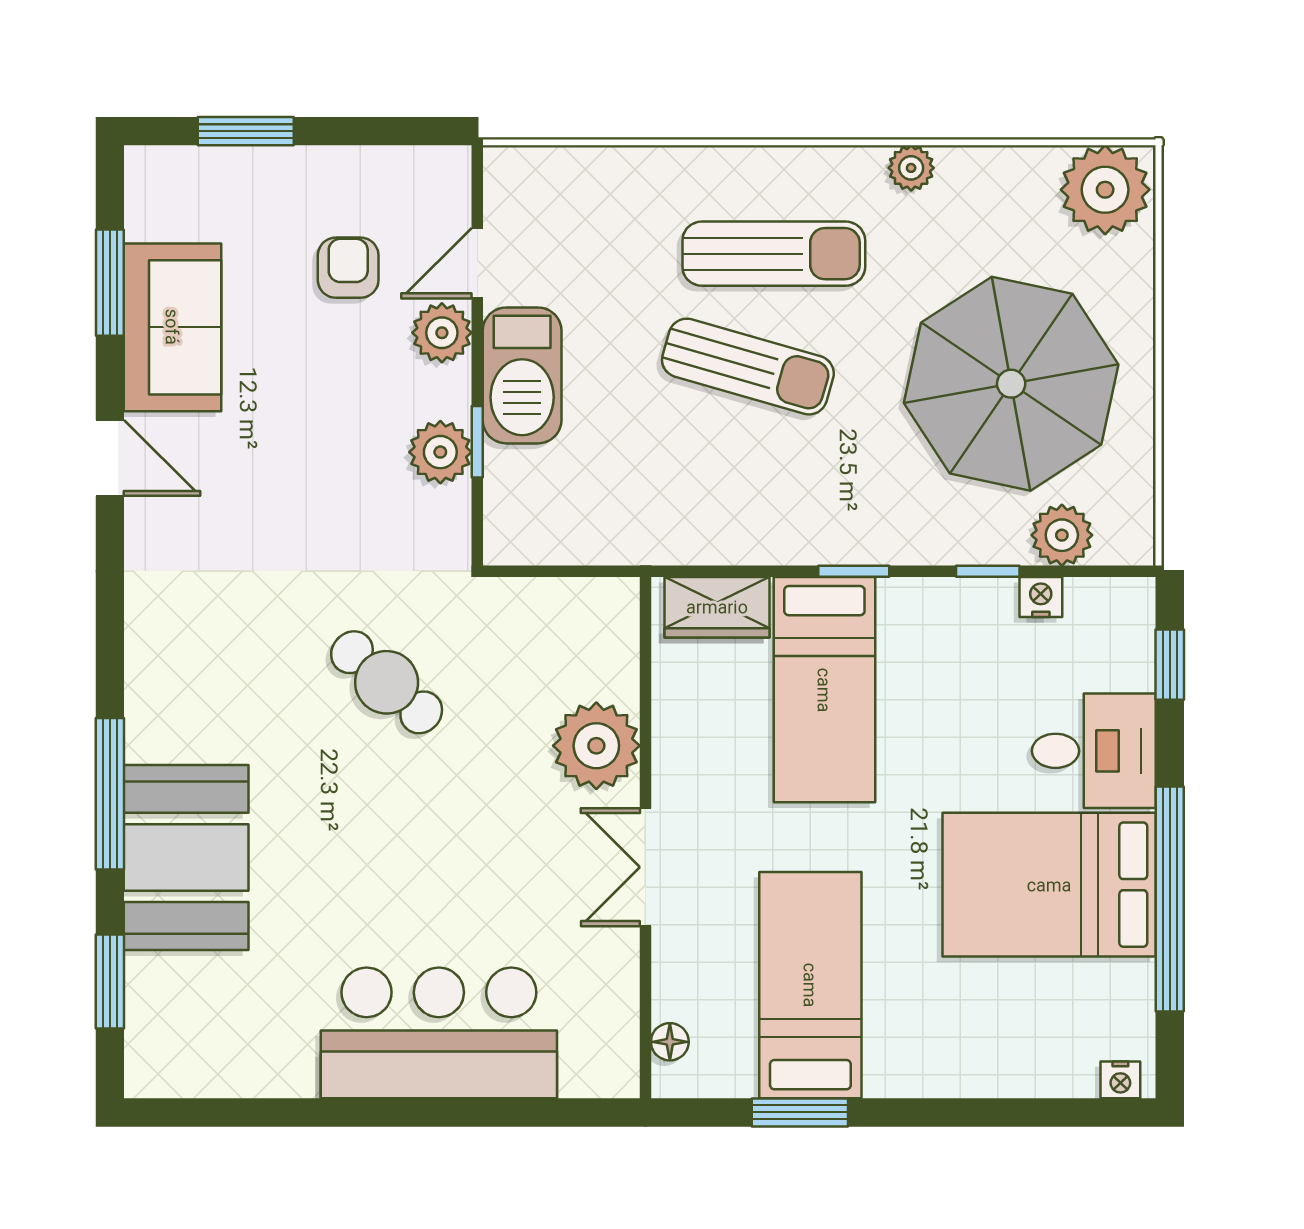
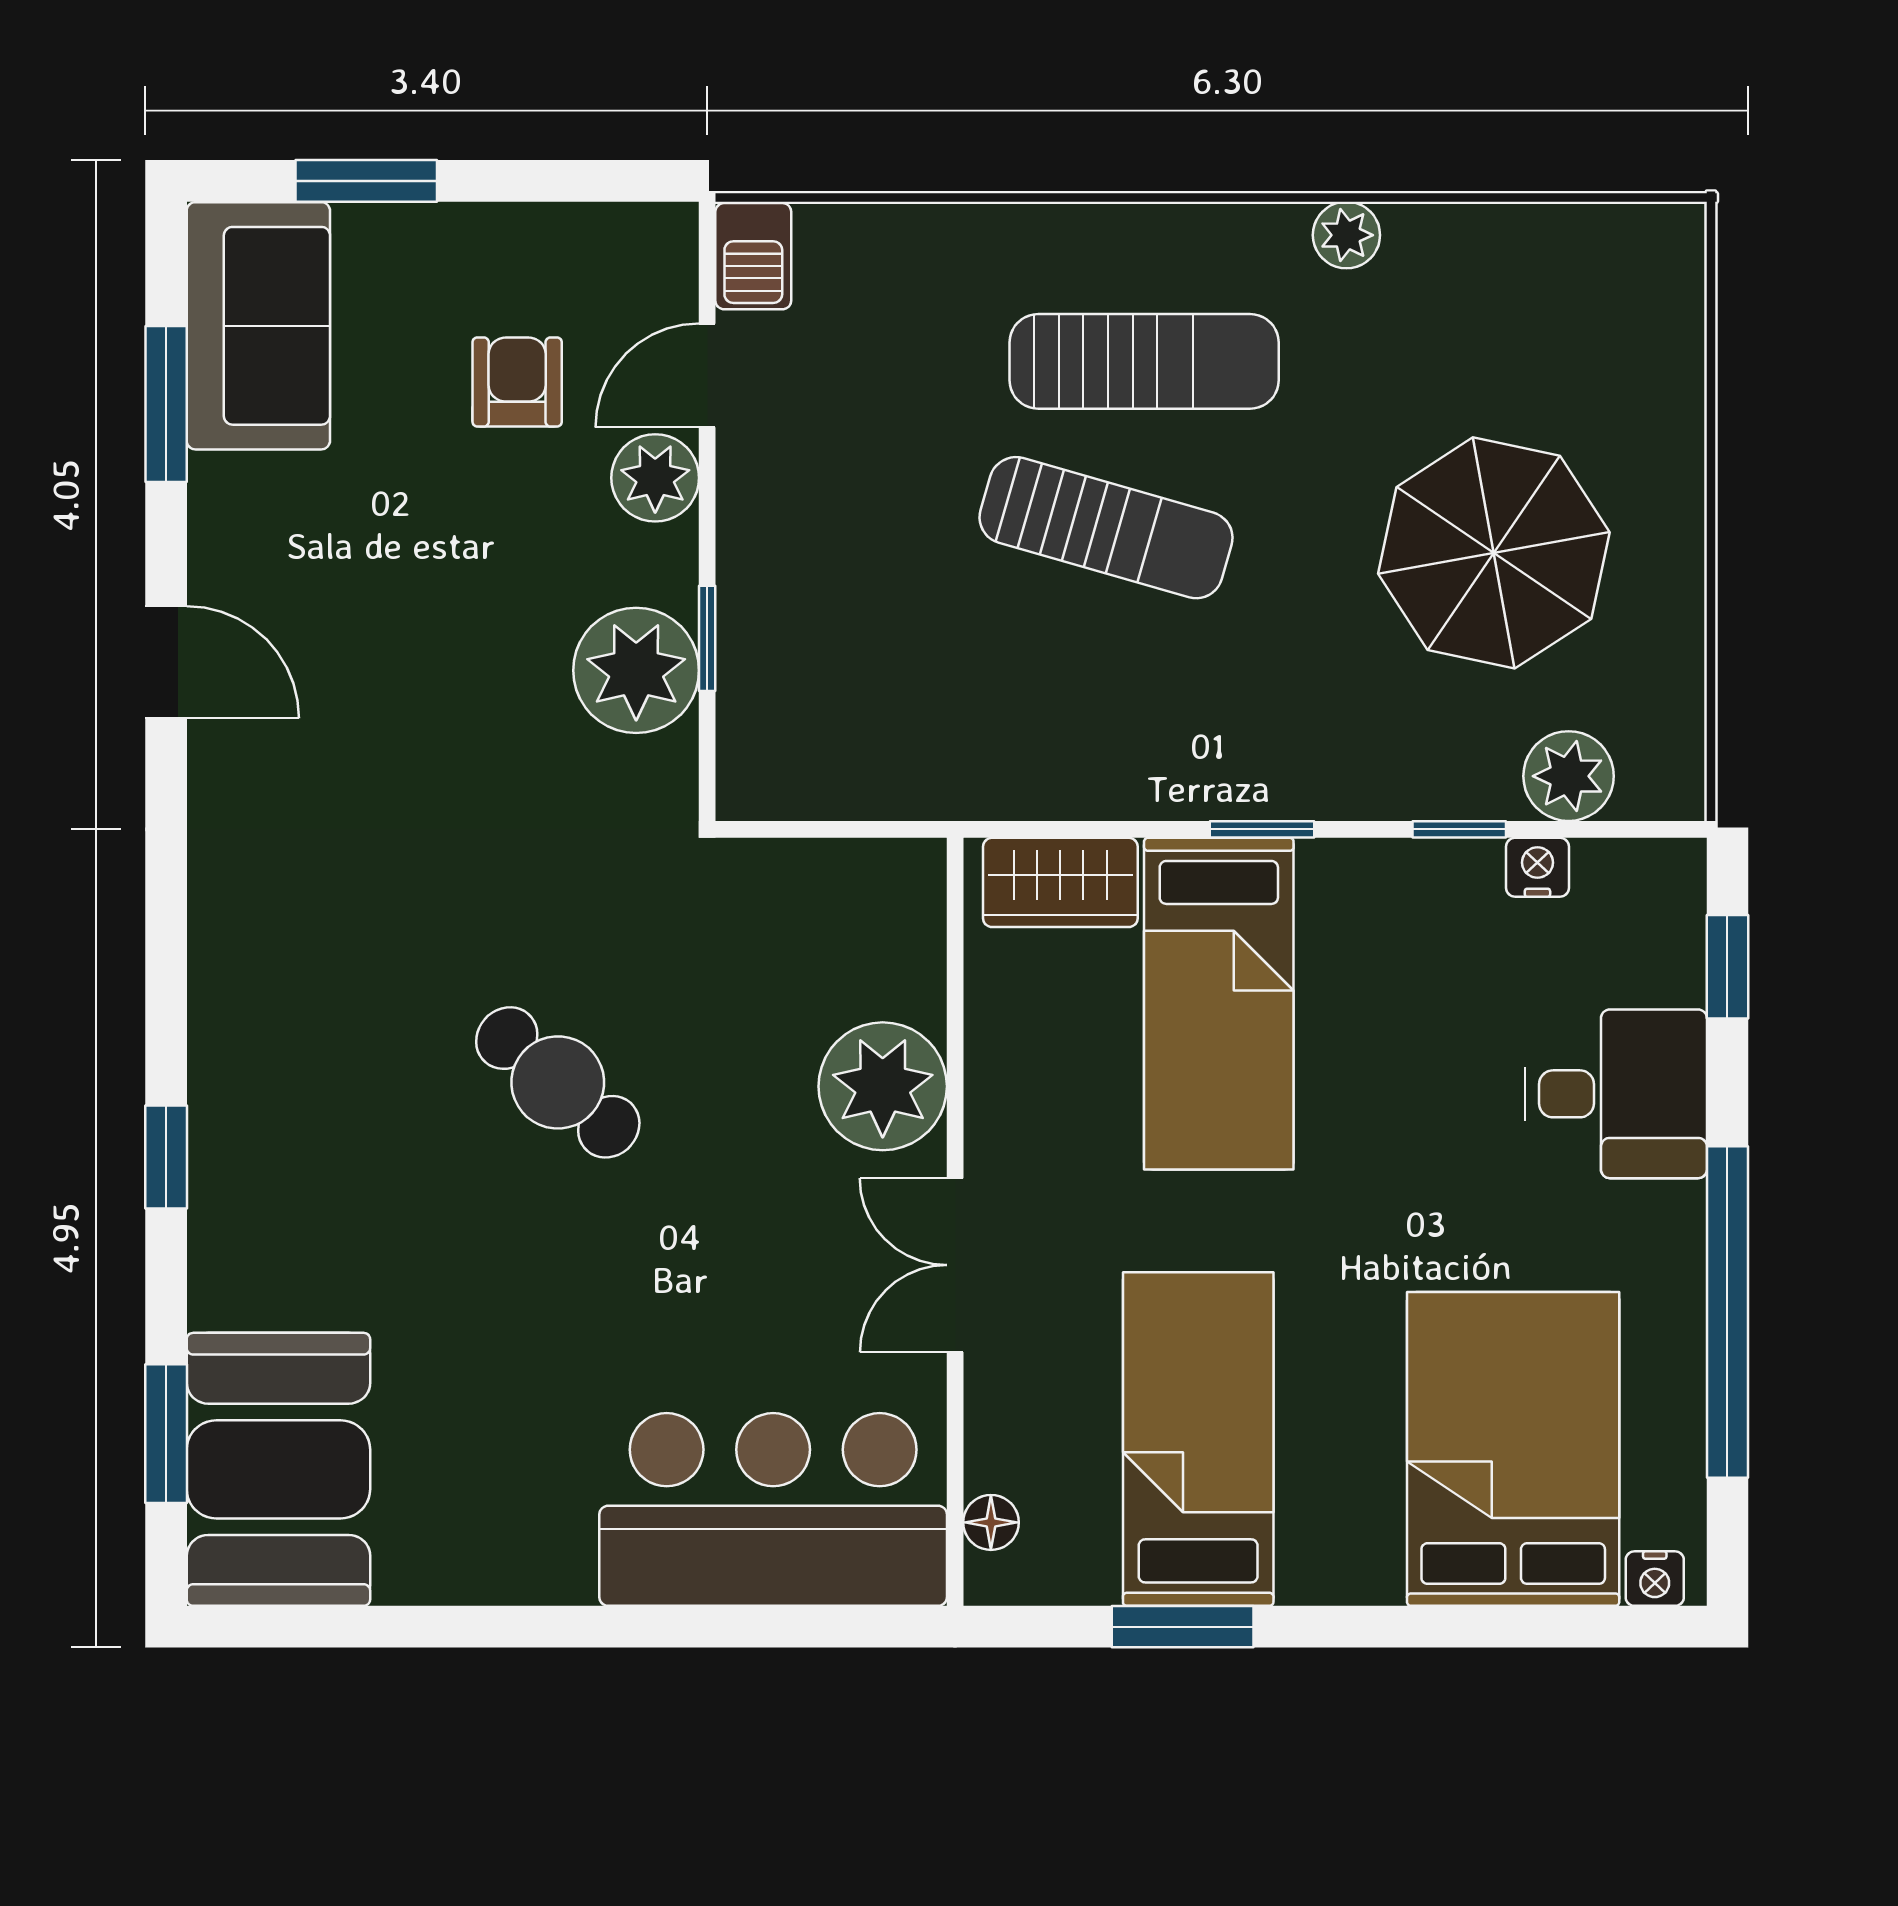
plant: (1105, 190) -> (1632, 267), removed
sofa: (172, 327) -> (258, 326), moved
barbecue: (522, 375) -> (753, 256), moved, width x0.53, depth x0.65
parasol: (1011, 384) -> (1494, 553), width x0.73, depth x0.73
plant: (440, 452) -> (636, 670), width x1.36, depth x1.36
cafe table: (387, 682) -> (558, 1082), moved
window: (110, 794) -> (166, 1157), width x0.46
booth: (186, 857) -> (278, 1469), moved
bed: (1049, 885) -> (1513, 1449), moved, turned 90
bar counter: (439, 1033) -> (773, 1509), moved

